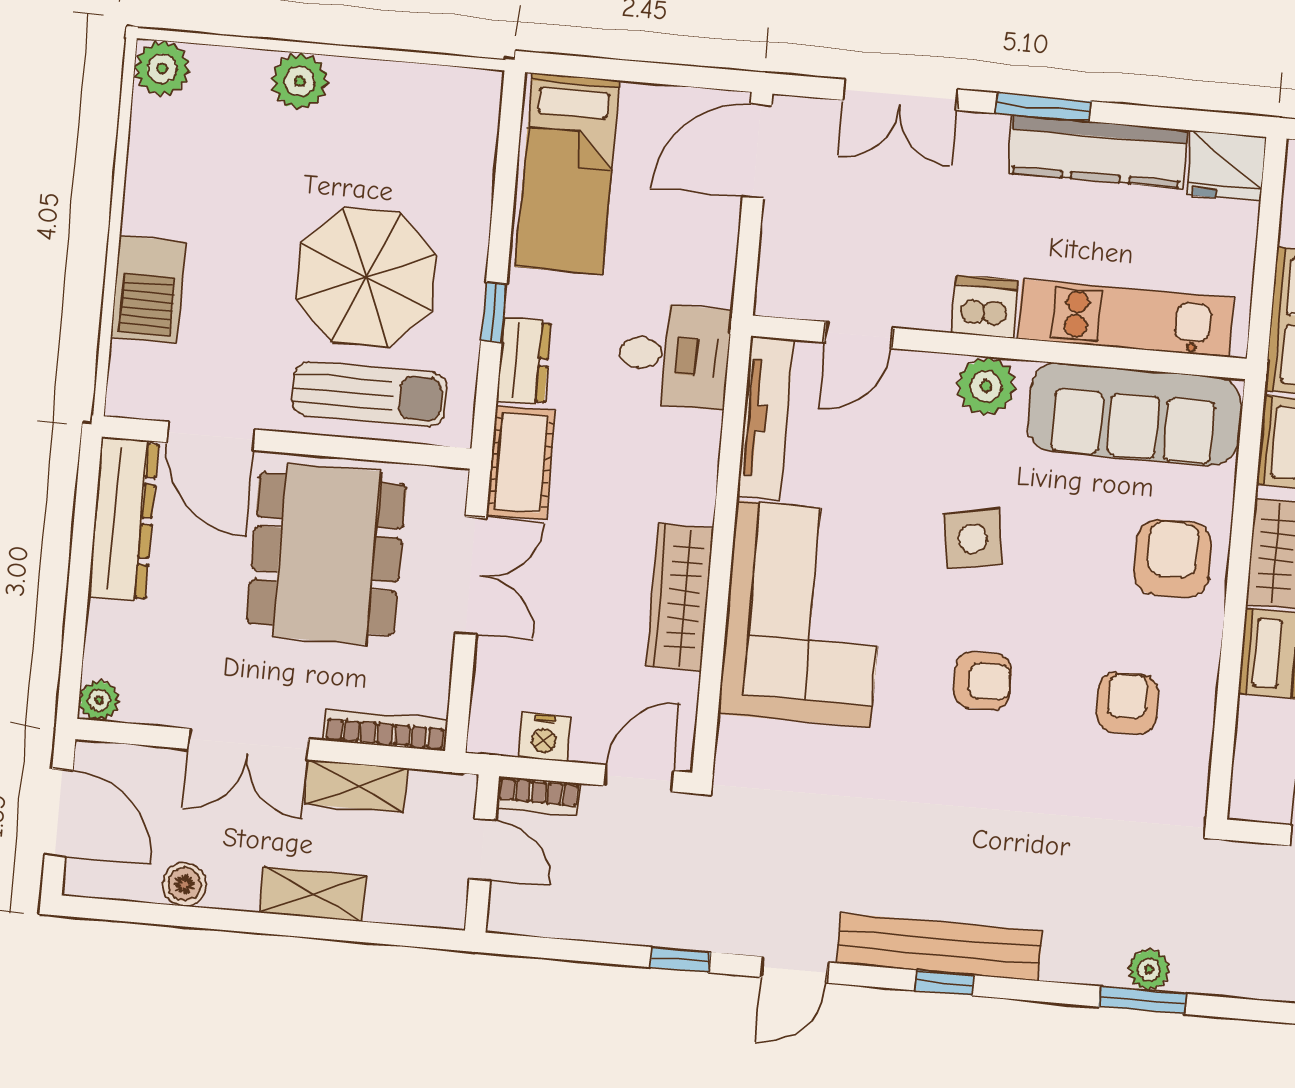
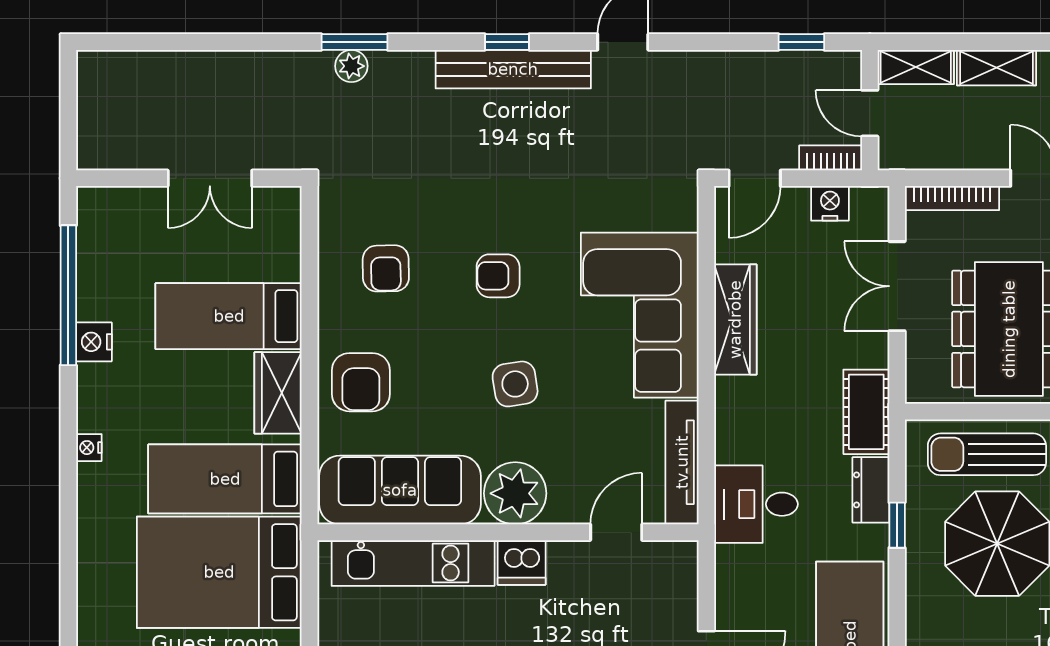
plant: (986, 386) -> (515, 493), width x1.36, depth x1.36
double door: (471, 576) -> (897, 286), moved
shelving: (356, 786) -> (916, 67), moved
window: (680, 960) -> (801, 42), moved

